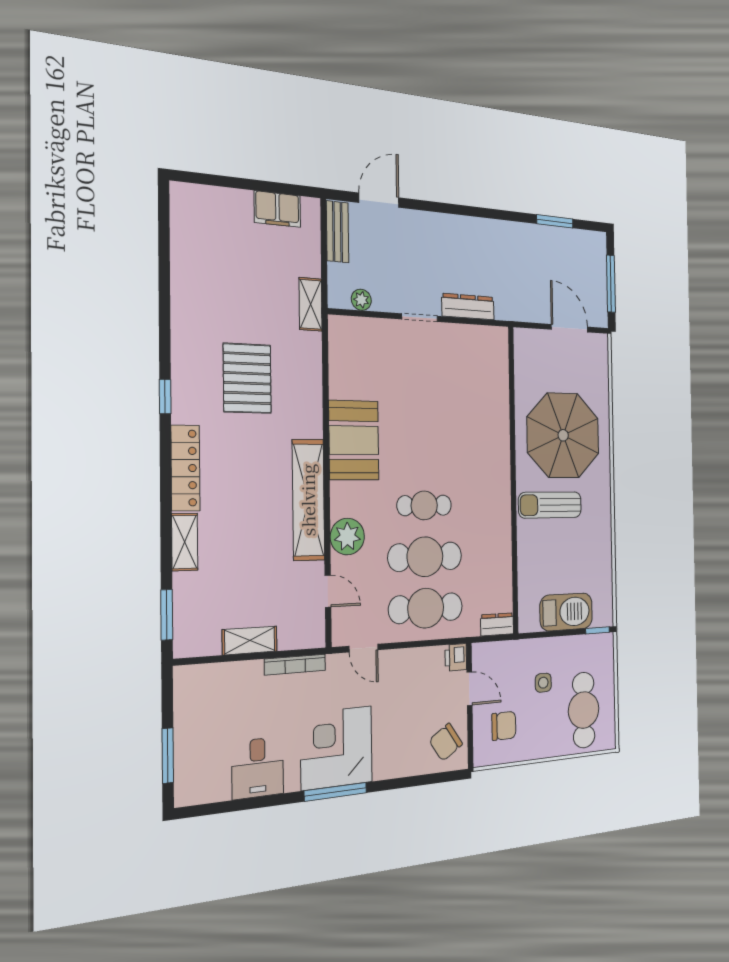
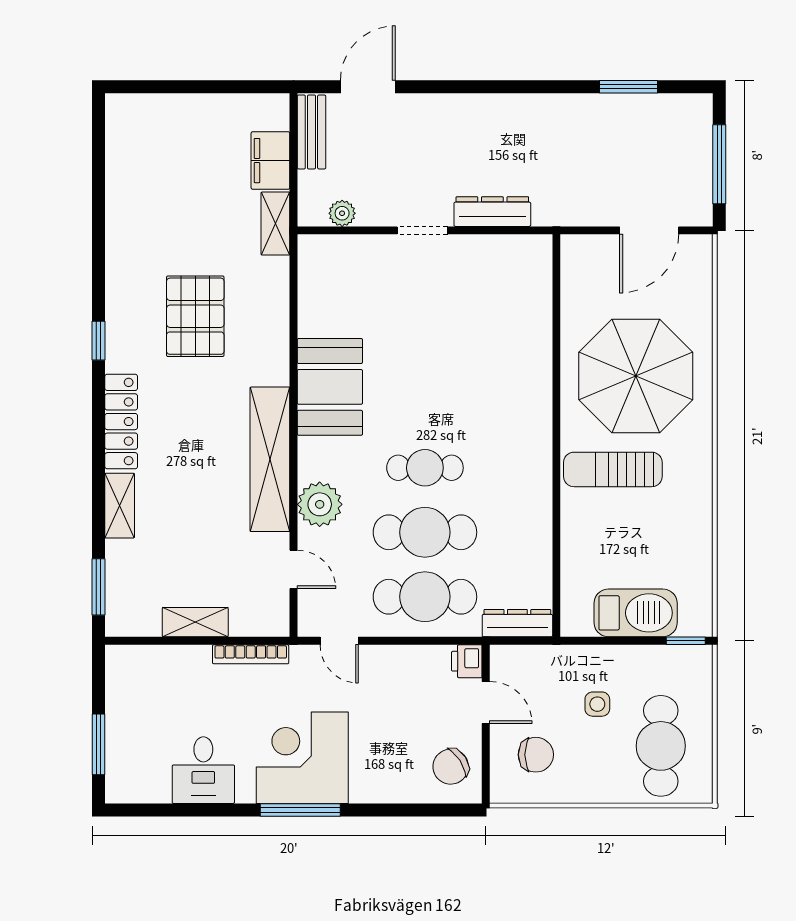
filing cabinet: (277, 209) -> (270, 161), moved, turned 90
door: (570, 328) -> (649, 230), swing flipped
dresser: (497, 624) -> (517, 623), width x1.44

